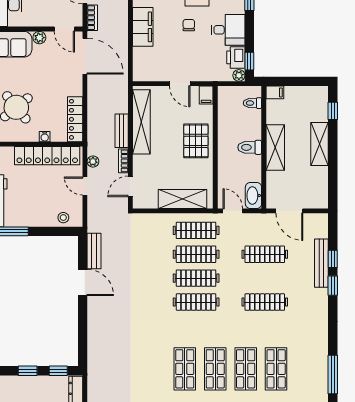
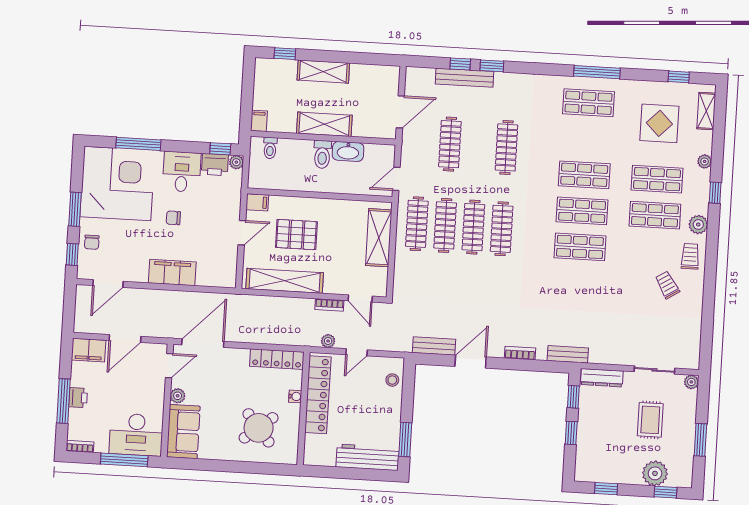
bookcase: (92, 18) -> (520, 353), moved
bench: (122, 131) -> (568, 354), moved
pallet: (196, 141) -> (296, 235), moved
washbasin: (253, 196) -> (348, 151), moved
shop shelf: (276, 369) -> (588, 103), moved

